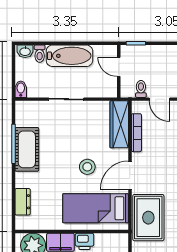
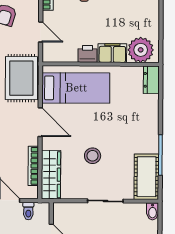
cot: (27, 149) -> (146, 177), moved
stool: (87, 167) -> (93, 156), moved
door: (130, 175) -> (40, 122), hinge flipped
dresser: (23, 202) -> (151, 80), moved

